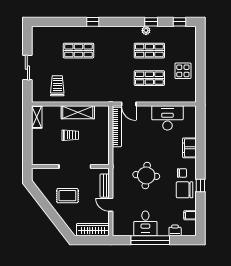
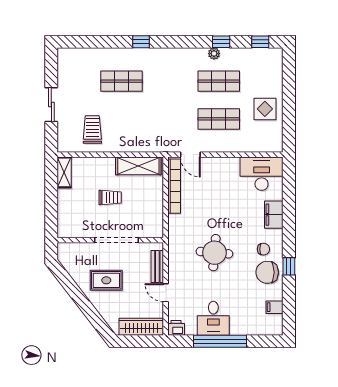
shelving: (78, 112) -> (138, 166), moved
desk: (167, 118) -> (262, 174), moved
printer: (175, 230) -> (176, 328), moved

